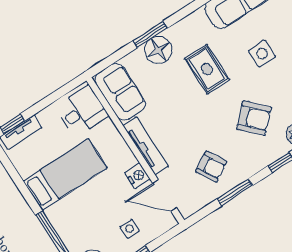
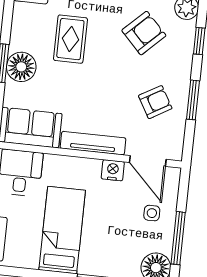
rug: (207, 69) -> (70, 39), turned 90
door: (165, 195) -> (148, 161), hinge flipped

